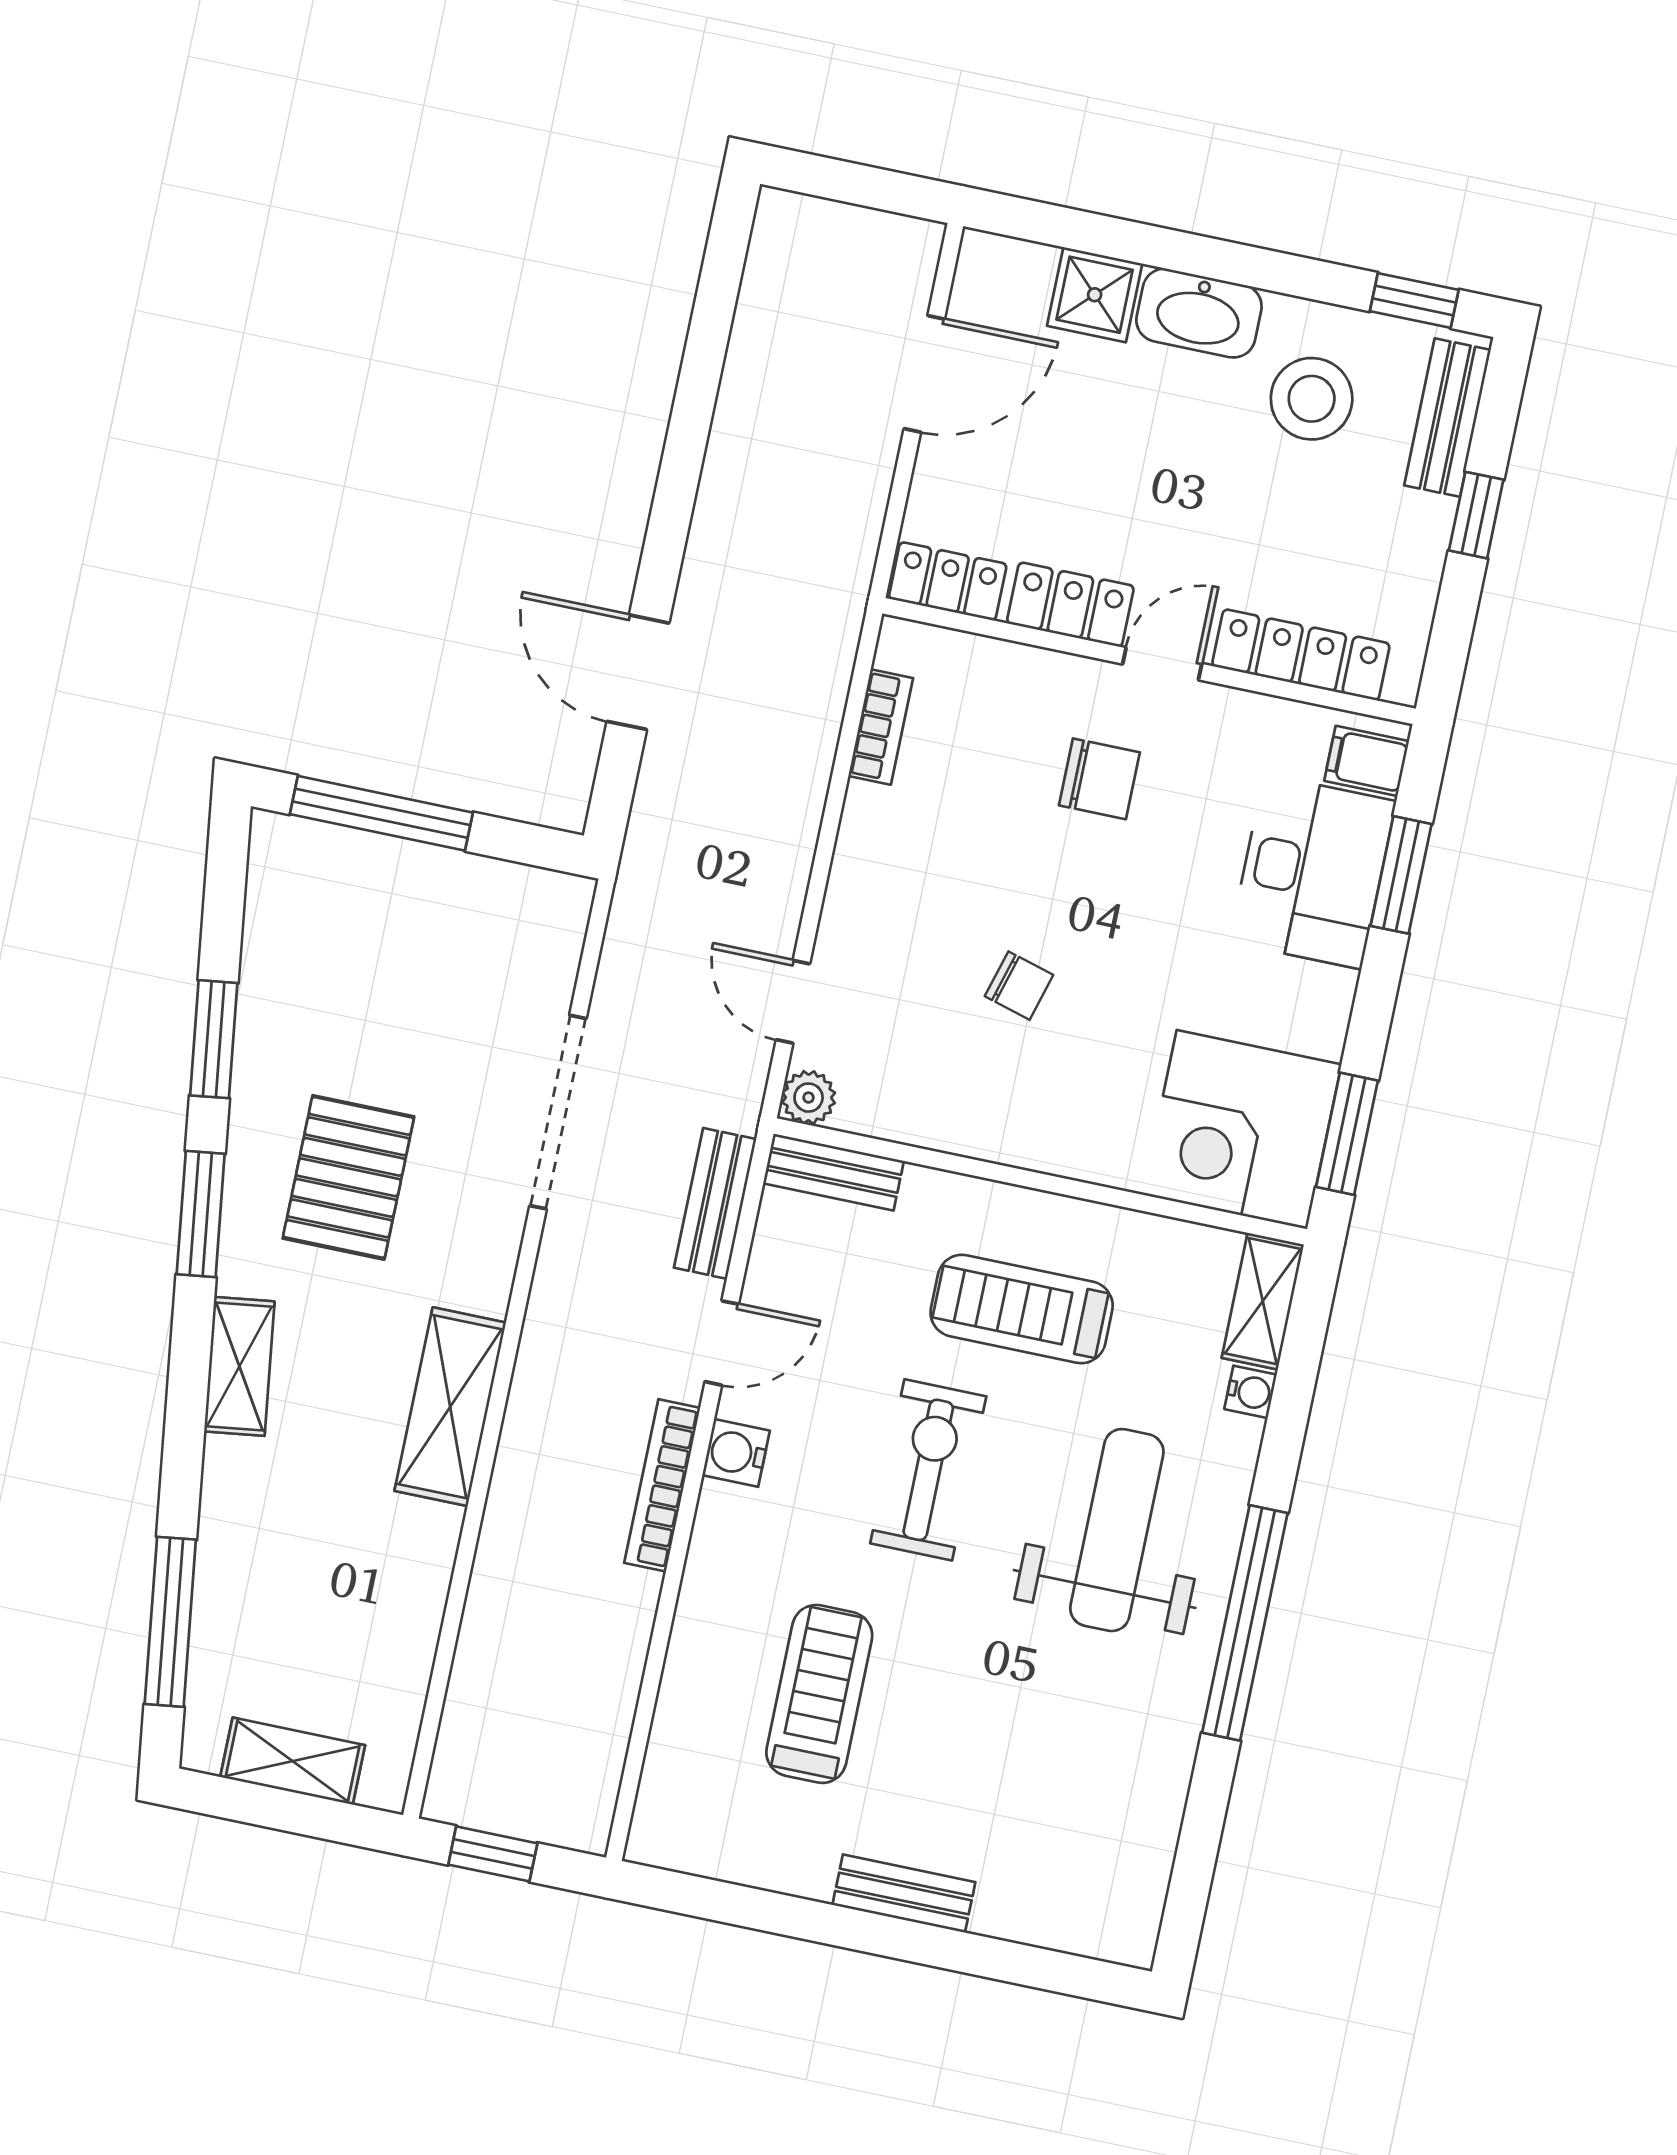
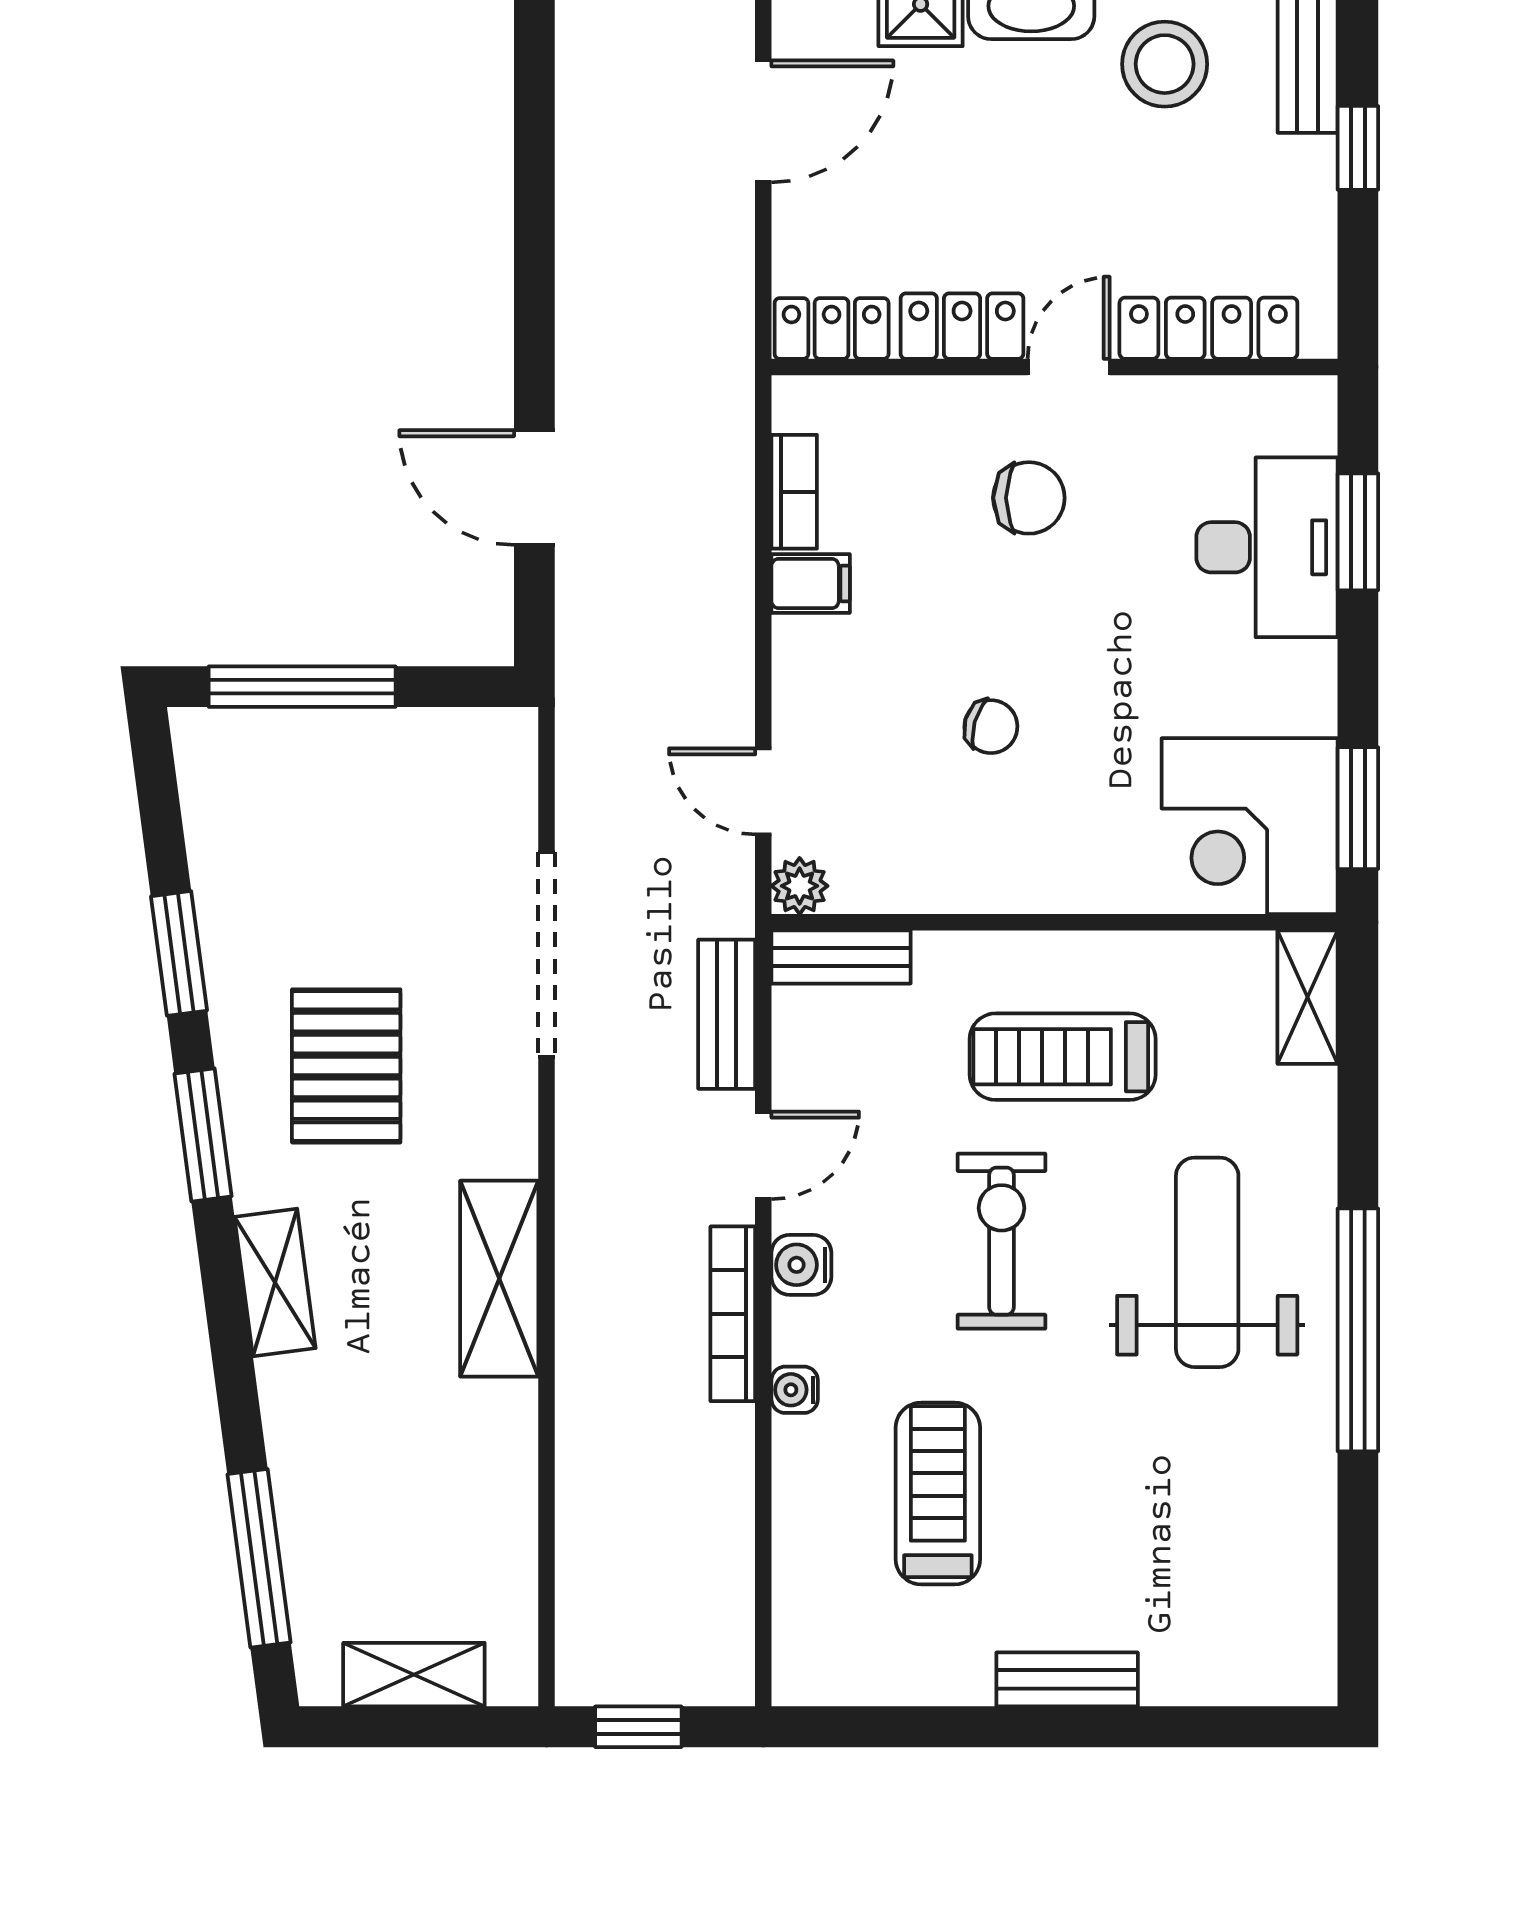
filing cabinet: (1367, 761) -> (811, 584), moved, turned 180
water cooler: (1251, 1392) -> (795, 1390), moved, turned 180

